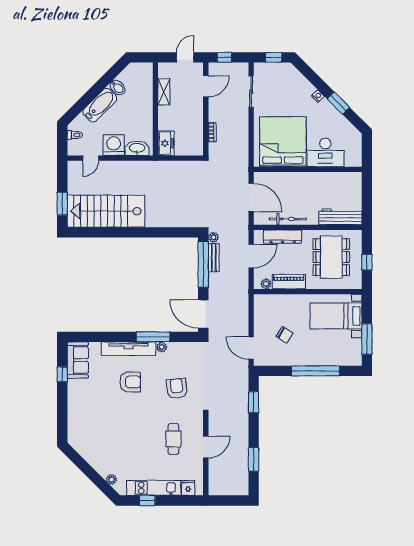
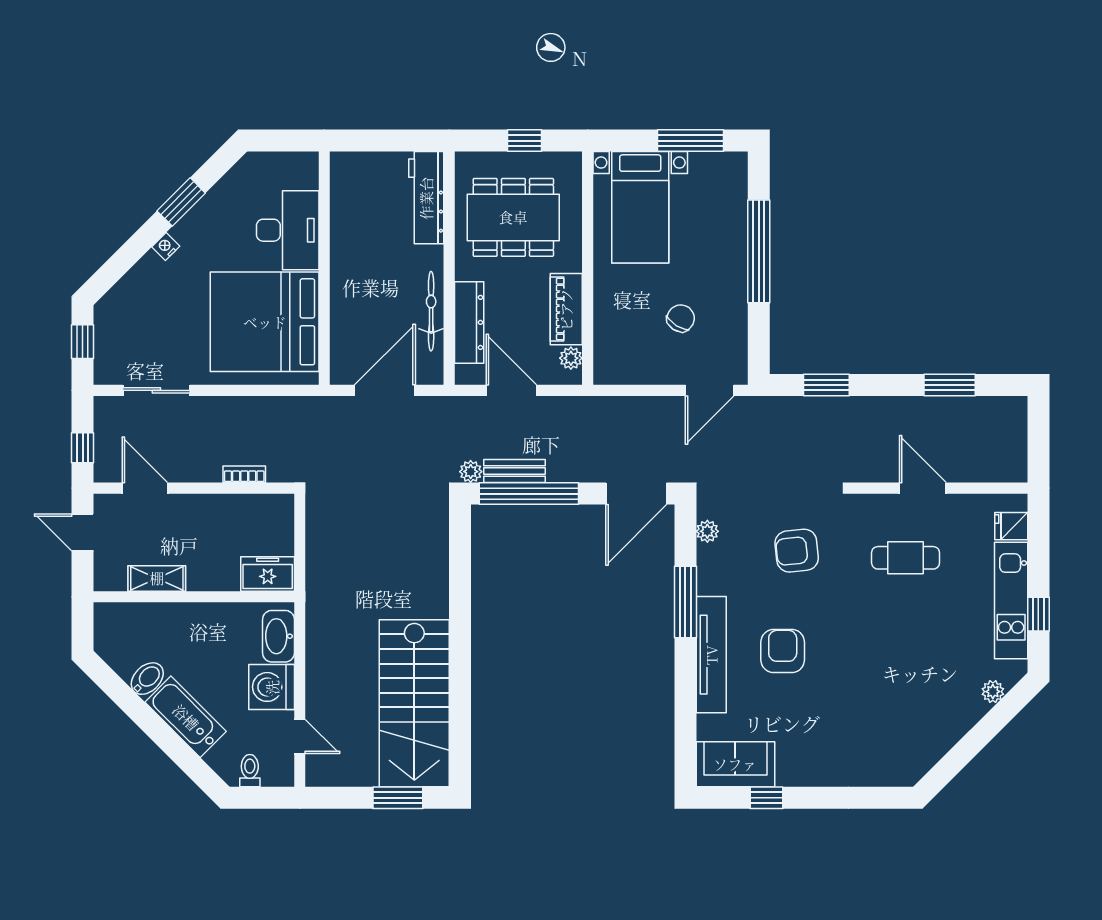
plant: (162, 347) -> (707, 531), moved

